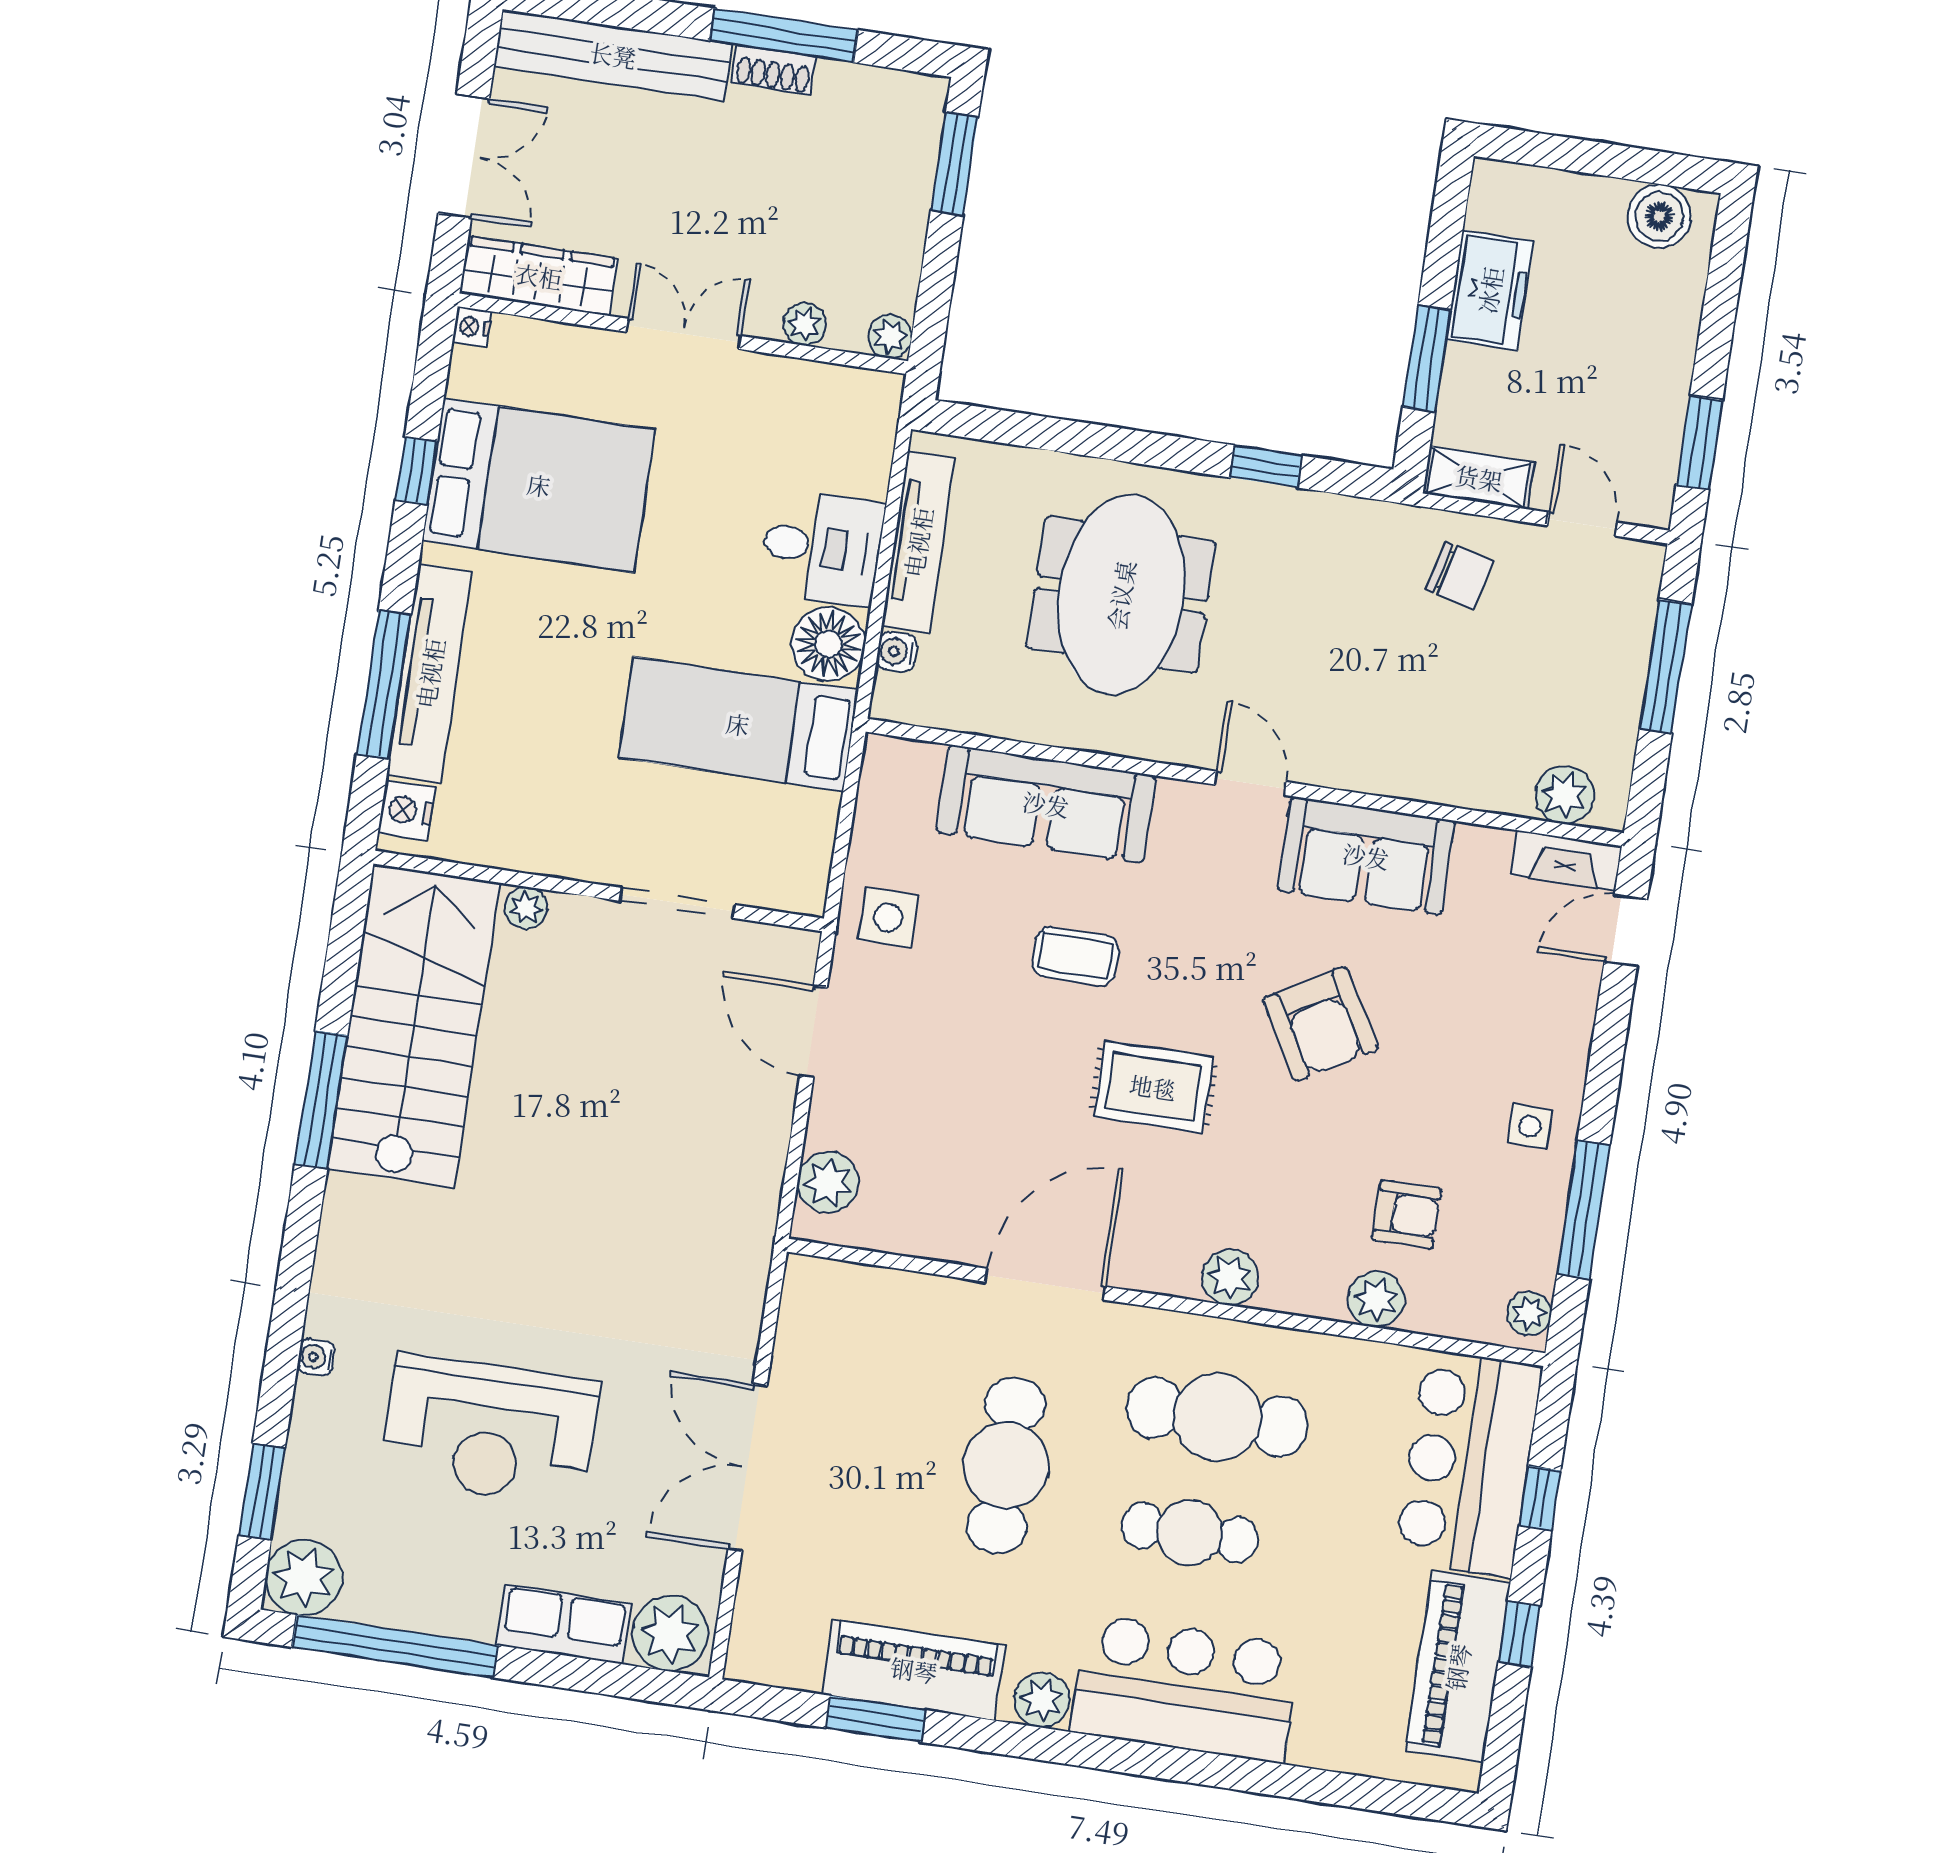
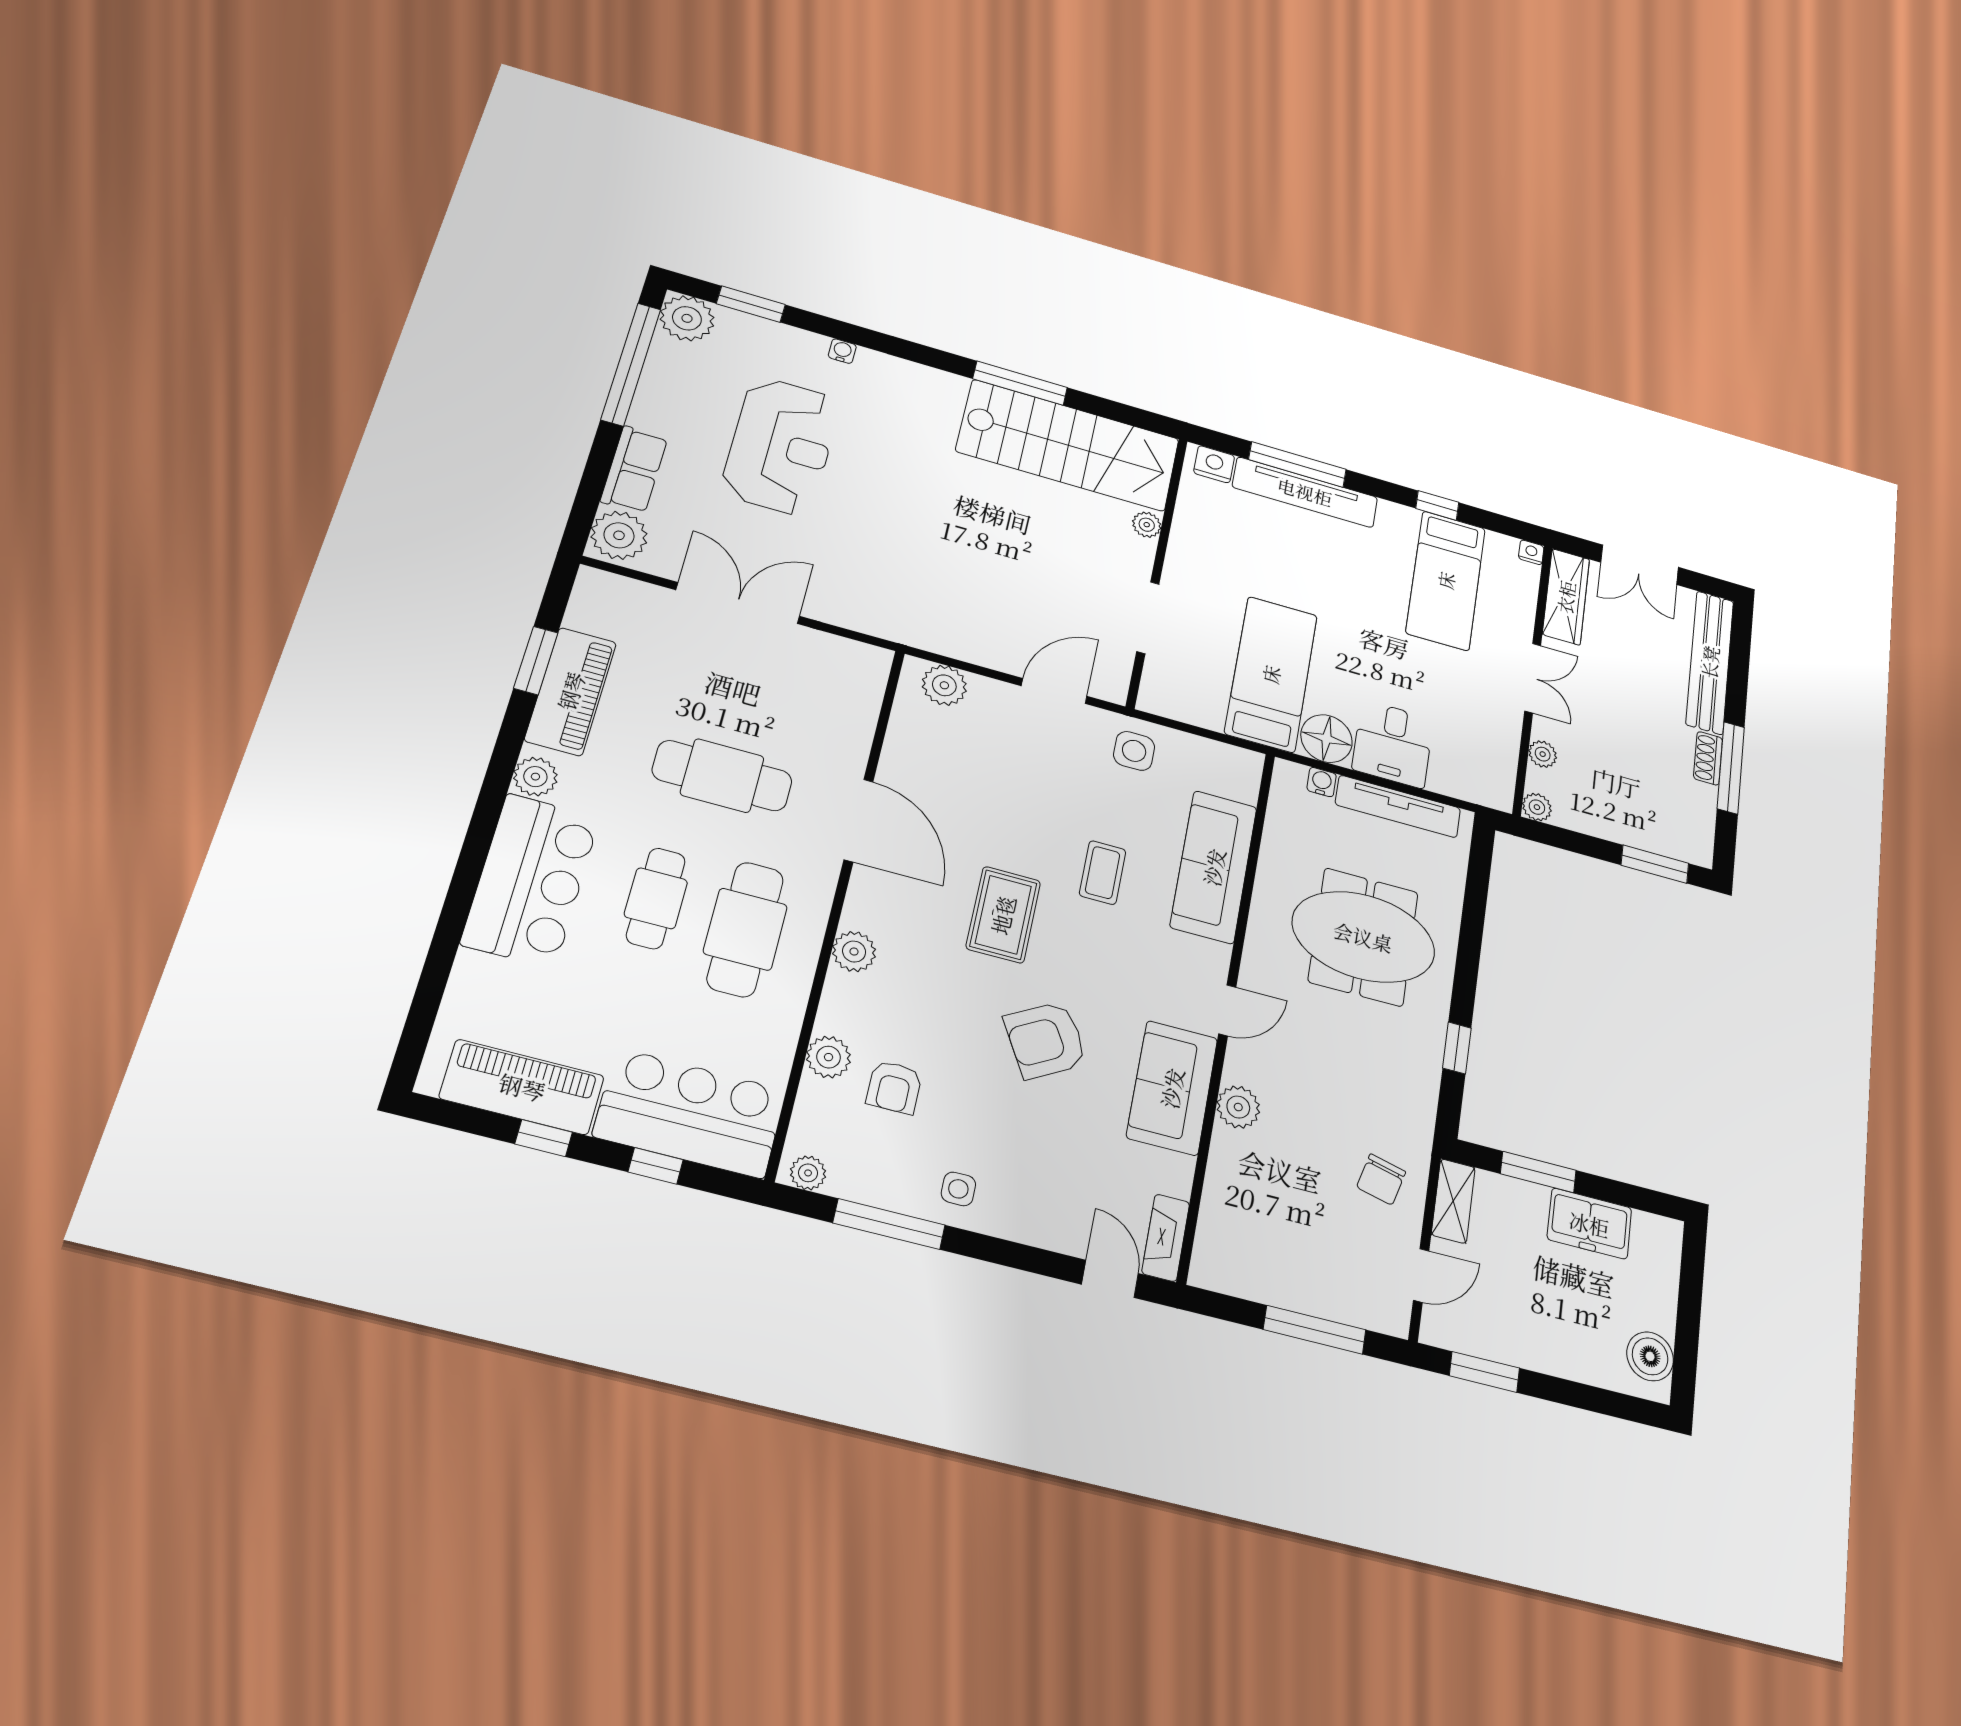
bed: (539, 485) -> (1446, 580), width x0.67
plant: (1564, 795) -> (1238, 1107), moved
reception desk: (490, 1430) -> (781, 446), turned 180

